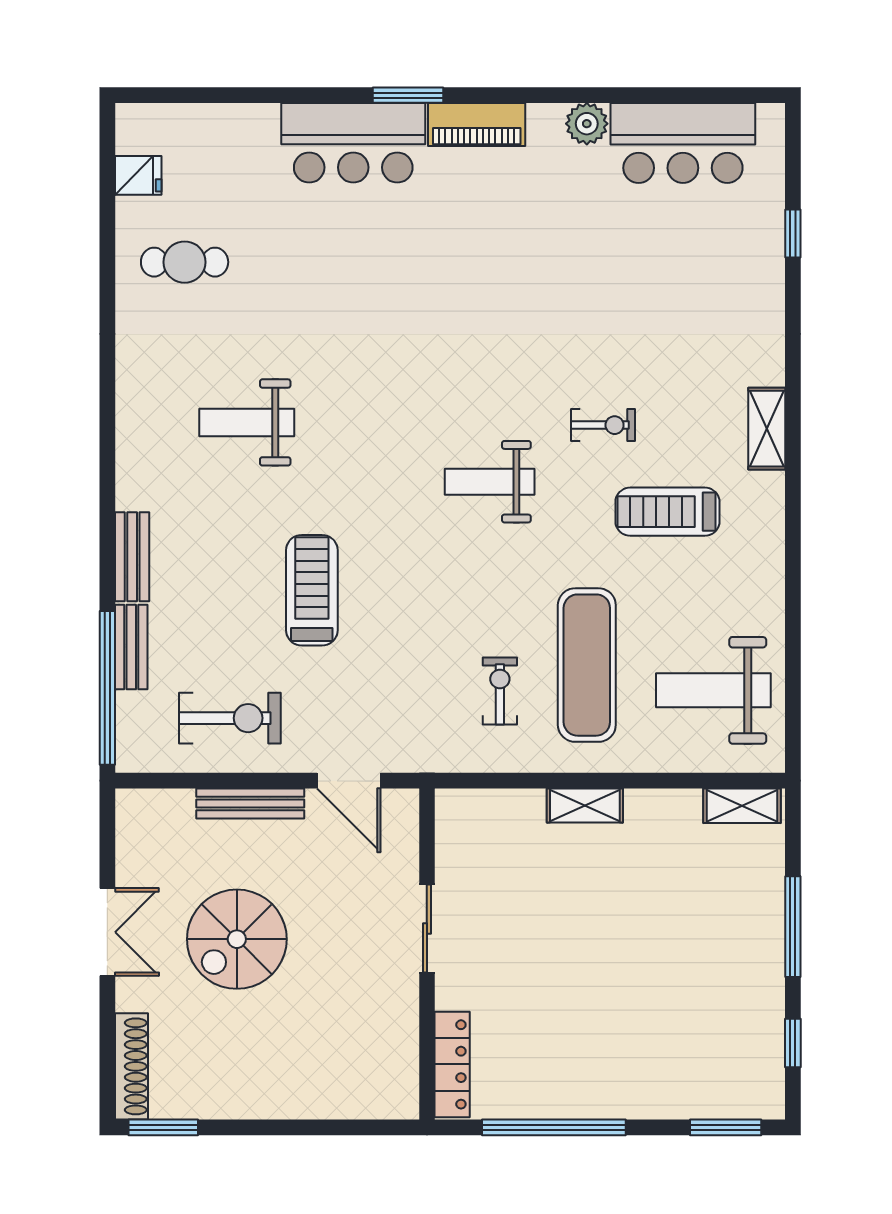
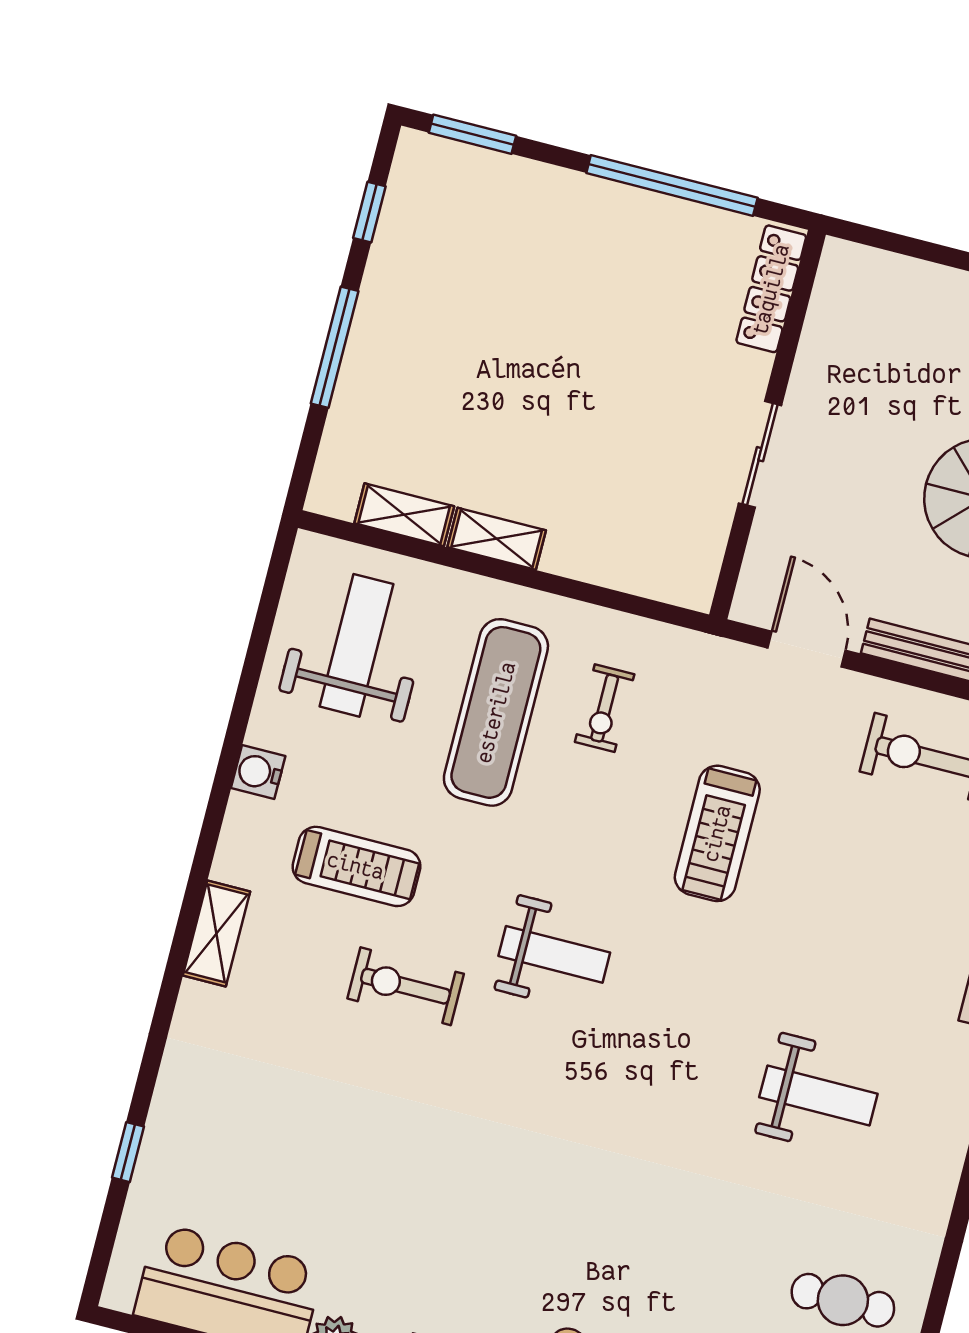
exercise bike: (603, 425) -> (406, 986), width x1.38, depth x1.39
water cooler: (767, 568) -> (258, 772), added
treadmill: (312, 590) -> (717, 833), moved
weight bench: (713, 690) -> (356, 645), turned -90
shelving: (585, 805) -> (497, 539), moved
shelving: (742, 806) -> (404, 515), moved

